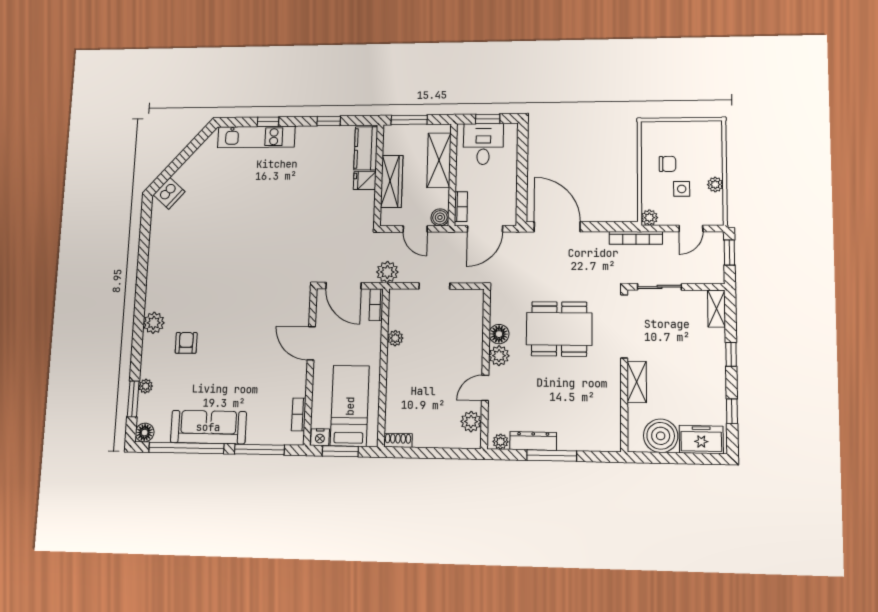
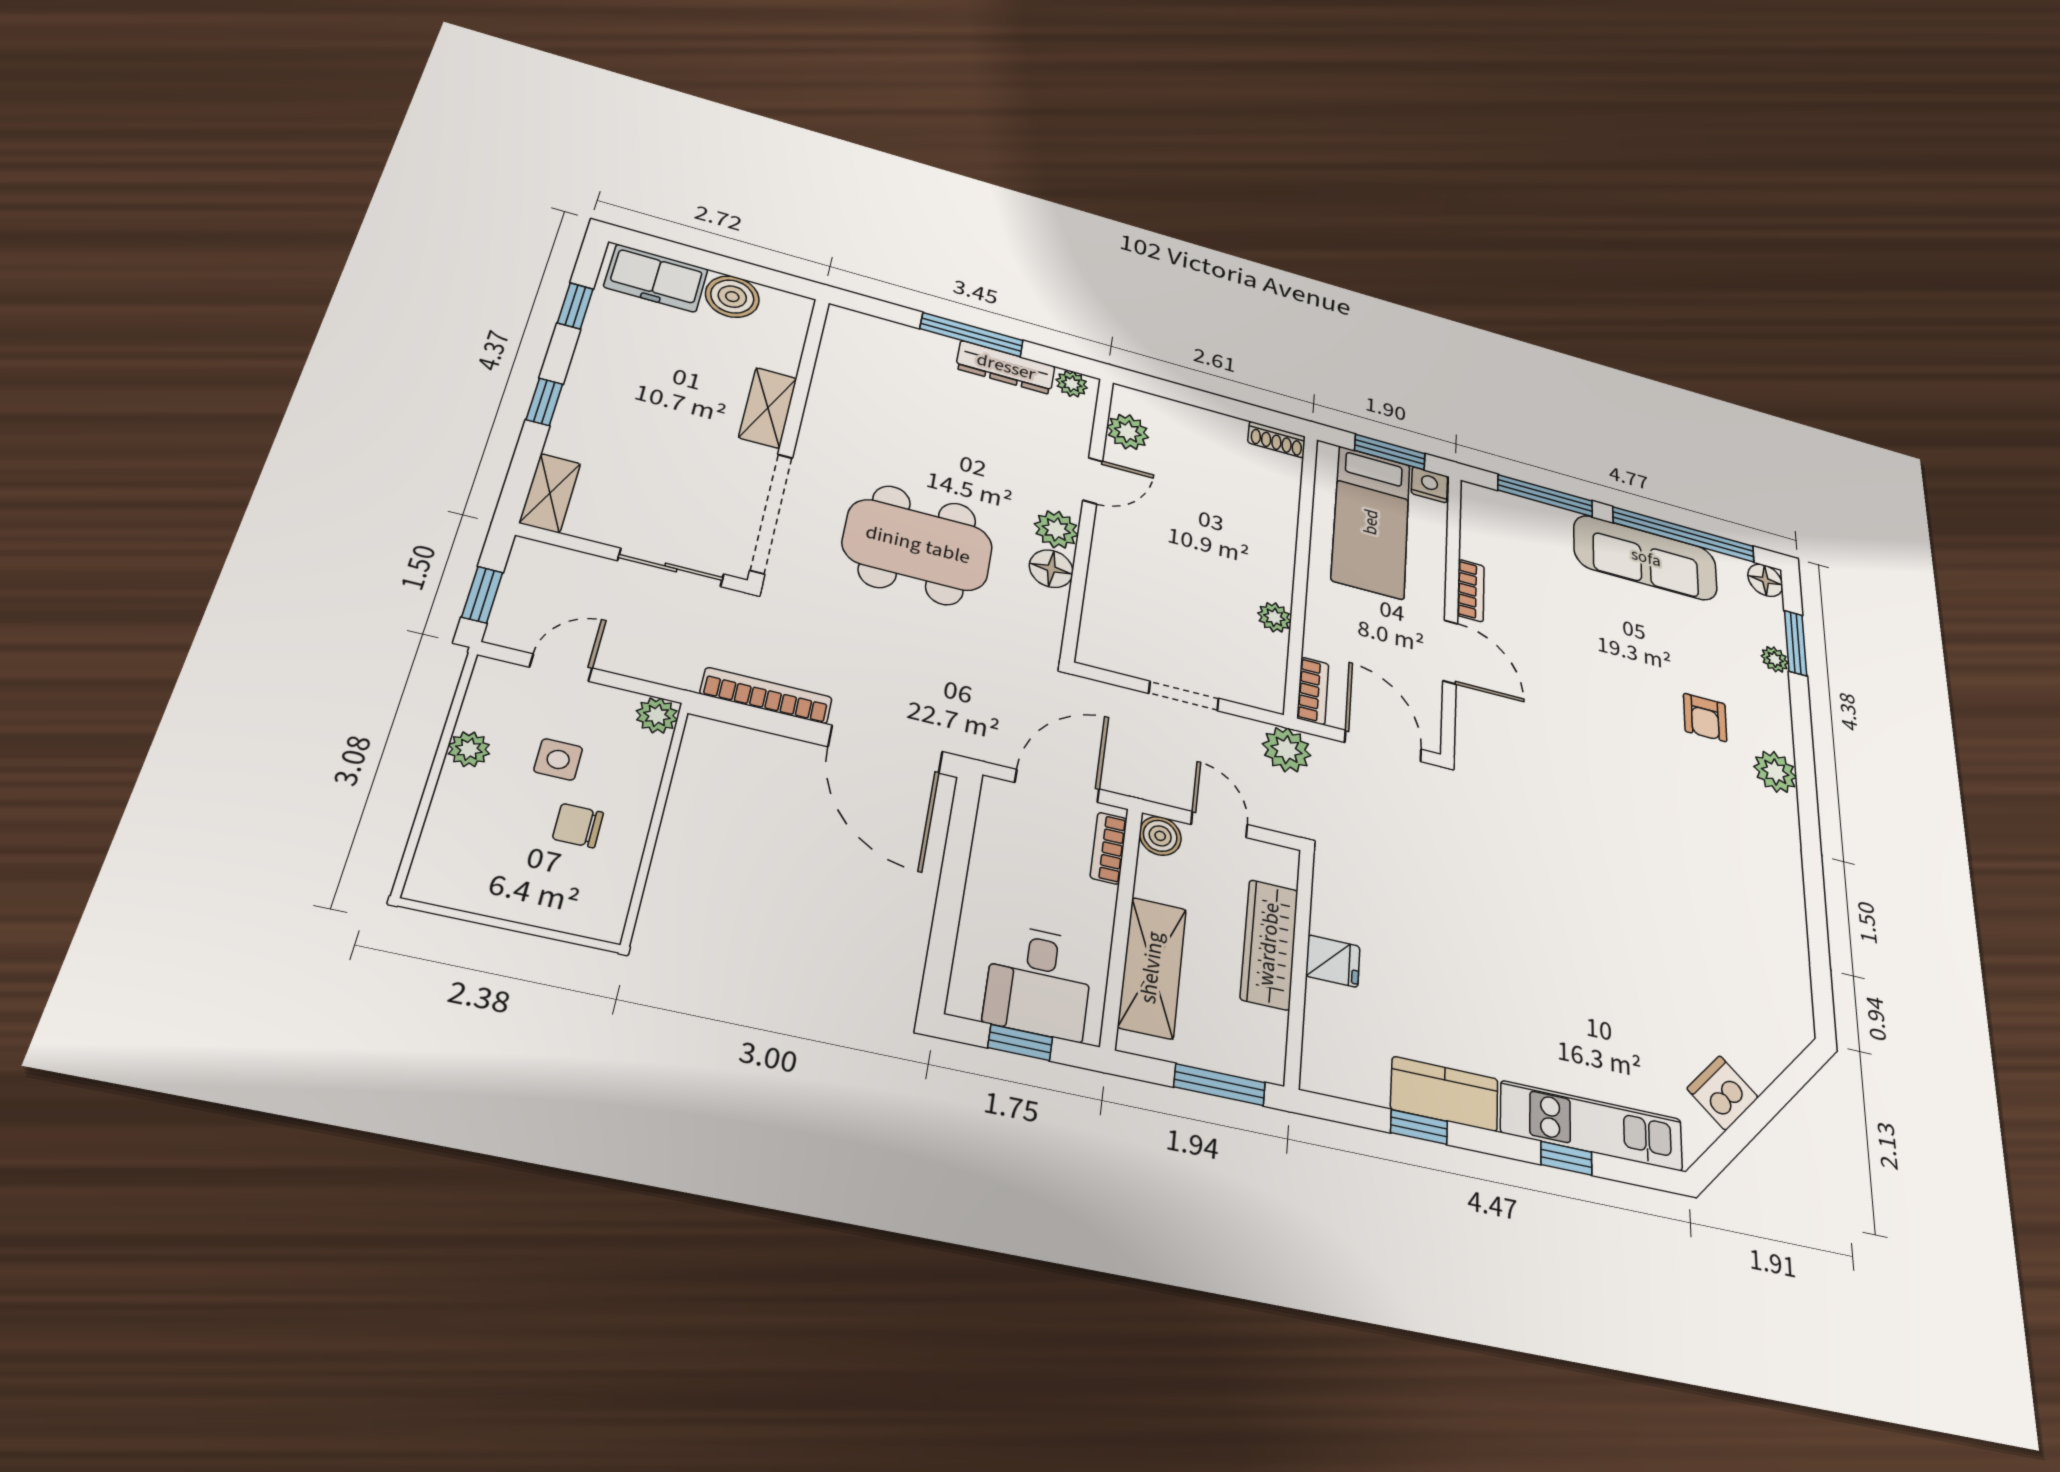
kitchen counter: (366, 148) -> (1445, 1094), moved, turned -90
dishwasher: (169, 193) -> (1723, 1093), moved
bookcase: (636, 238) -> (766, 696), moved
bookcase: (299, 414) -> (1471, 591), moved
boiler: (661, 436) -> (732, 297), width x0.73, depth x0.73

